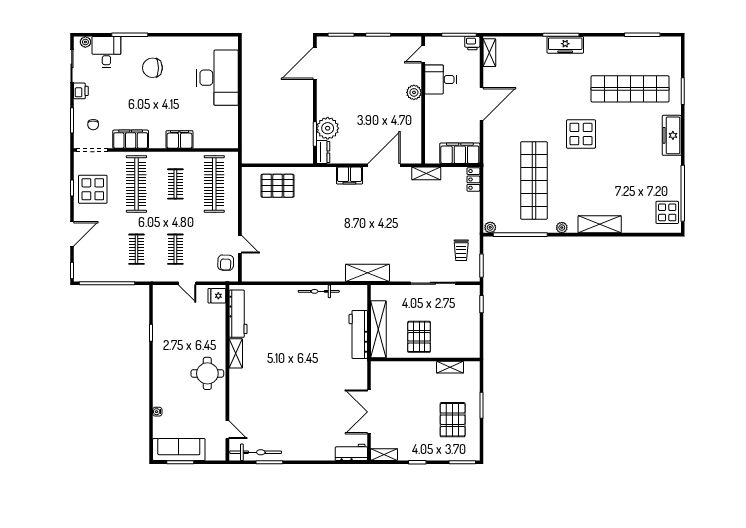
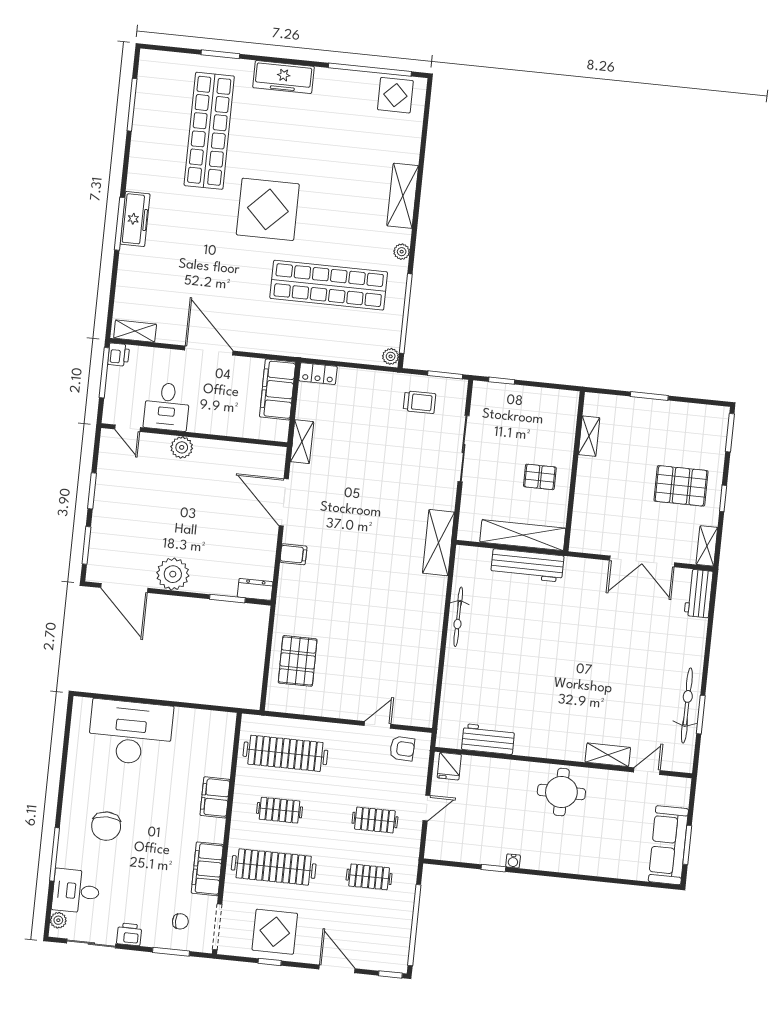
plant: (328, 128) -> (173, 574), moved
display table: (581, 134) -> (268, 209), width x1.36, depth x1.36
filing cabinet: (349, 176) -> (293, 554), width x0.50
workbench: (238, 314) -> (488, 739), width x0.73
pallet: (419, 337) -> (540, 477), width x0.67, depth x0.71
shelving: (236, 353) -> (608, 755), moved
water cooler: (157, 412) -> (513, 861), moved
pallet: (453, 420) -> (681, 486), moved
bicycle: (256, 452) -> (687, 705), moved

